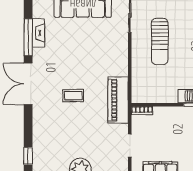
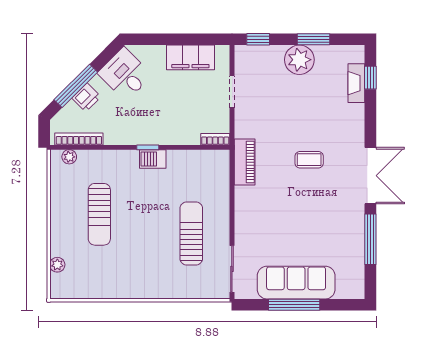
fireplace: (38, 33) -> (356, 83), moved
piano: (118, 100) -> (245, 162), width x0.73, depth x0.75

